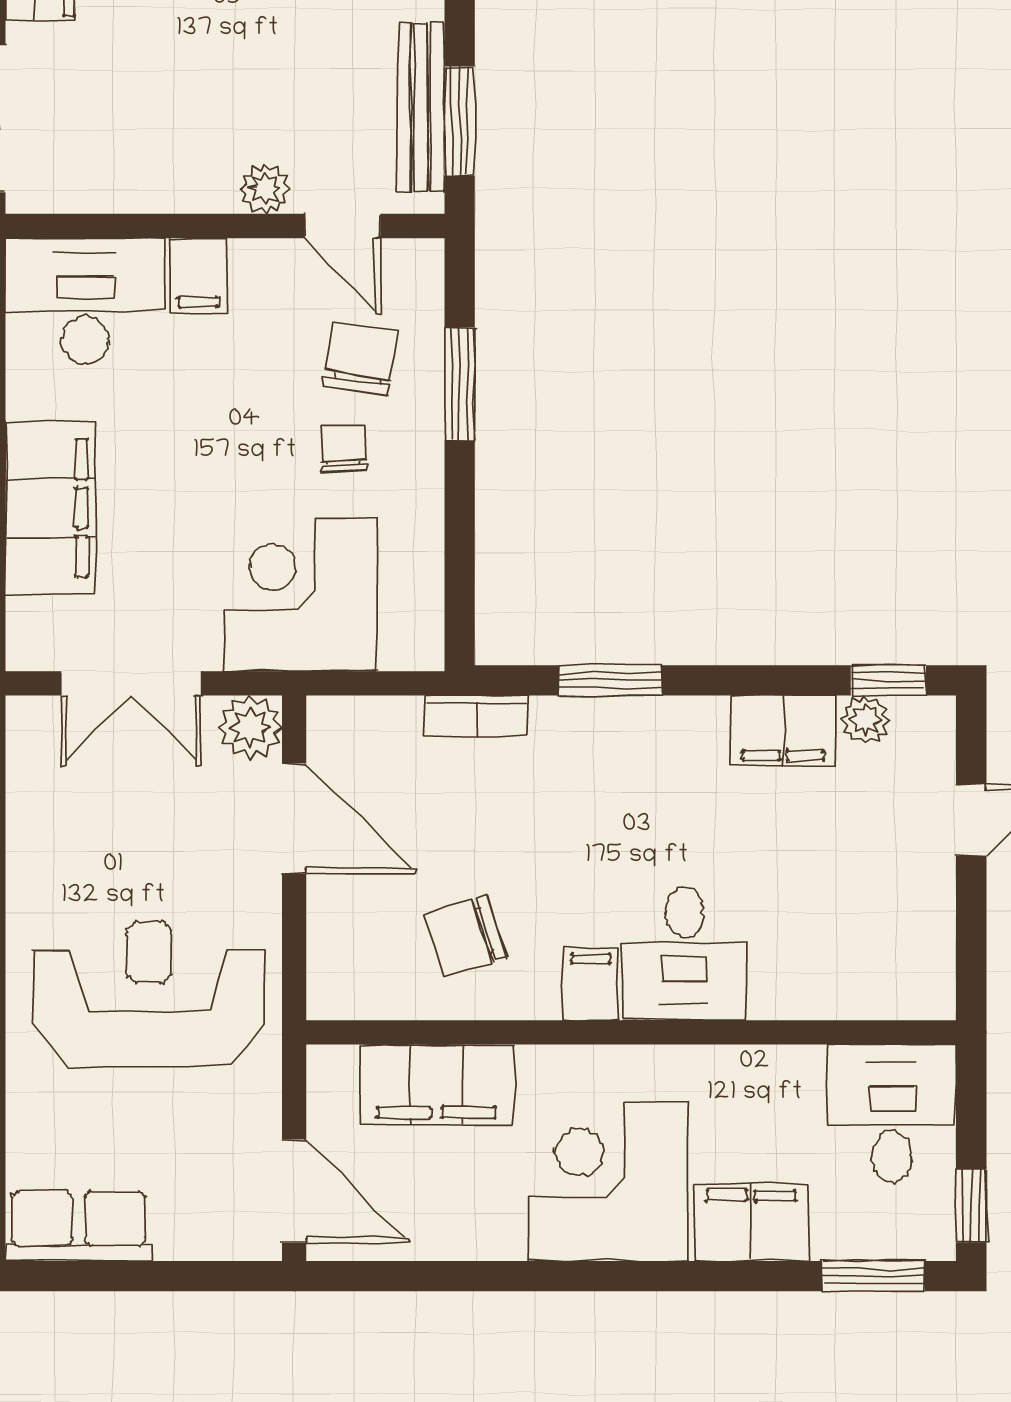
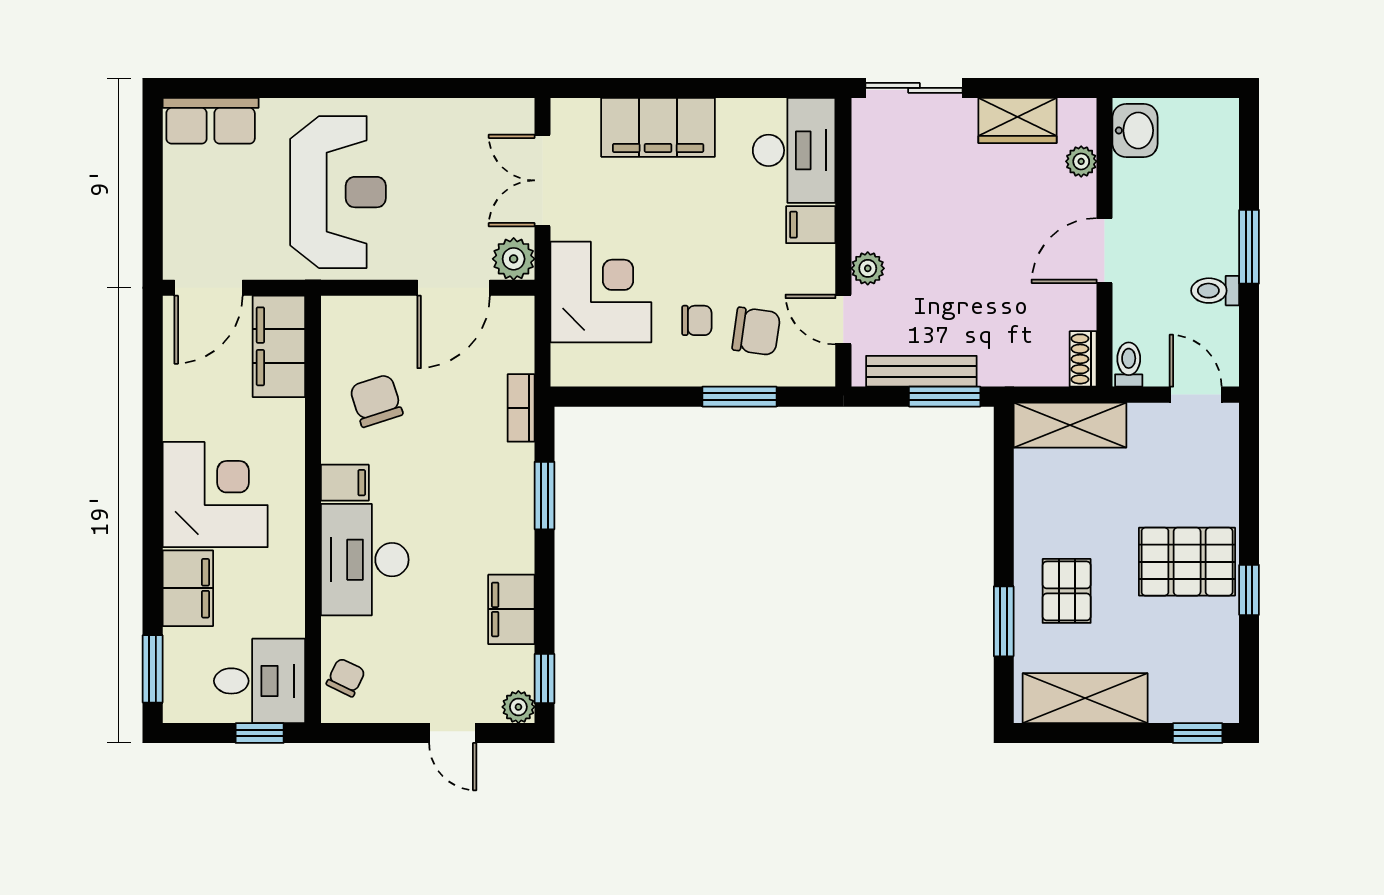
window: (460, 121) -> (945, 397), moved
door: (342, 226) -> (843, 320), hinge flipped
plant: (866, 720) -> (518, 707), moved
desk: (685, 954) -> (365, 560), width x1.37
chair: (887, 983) -> (346, 677), added
filing cabinet: (436, 1084) -> (279, 346), moved
window: (971, 1206) -> (260, 733), moved
row of seats: (78, 1226) -> (211, 121), moved, turned 90

